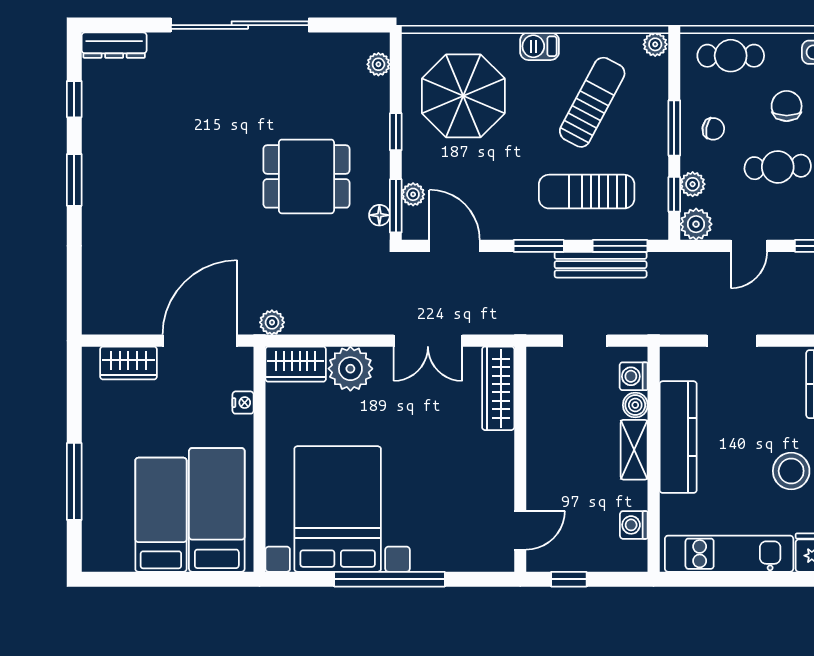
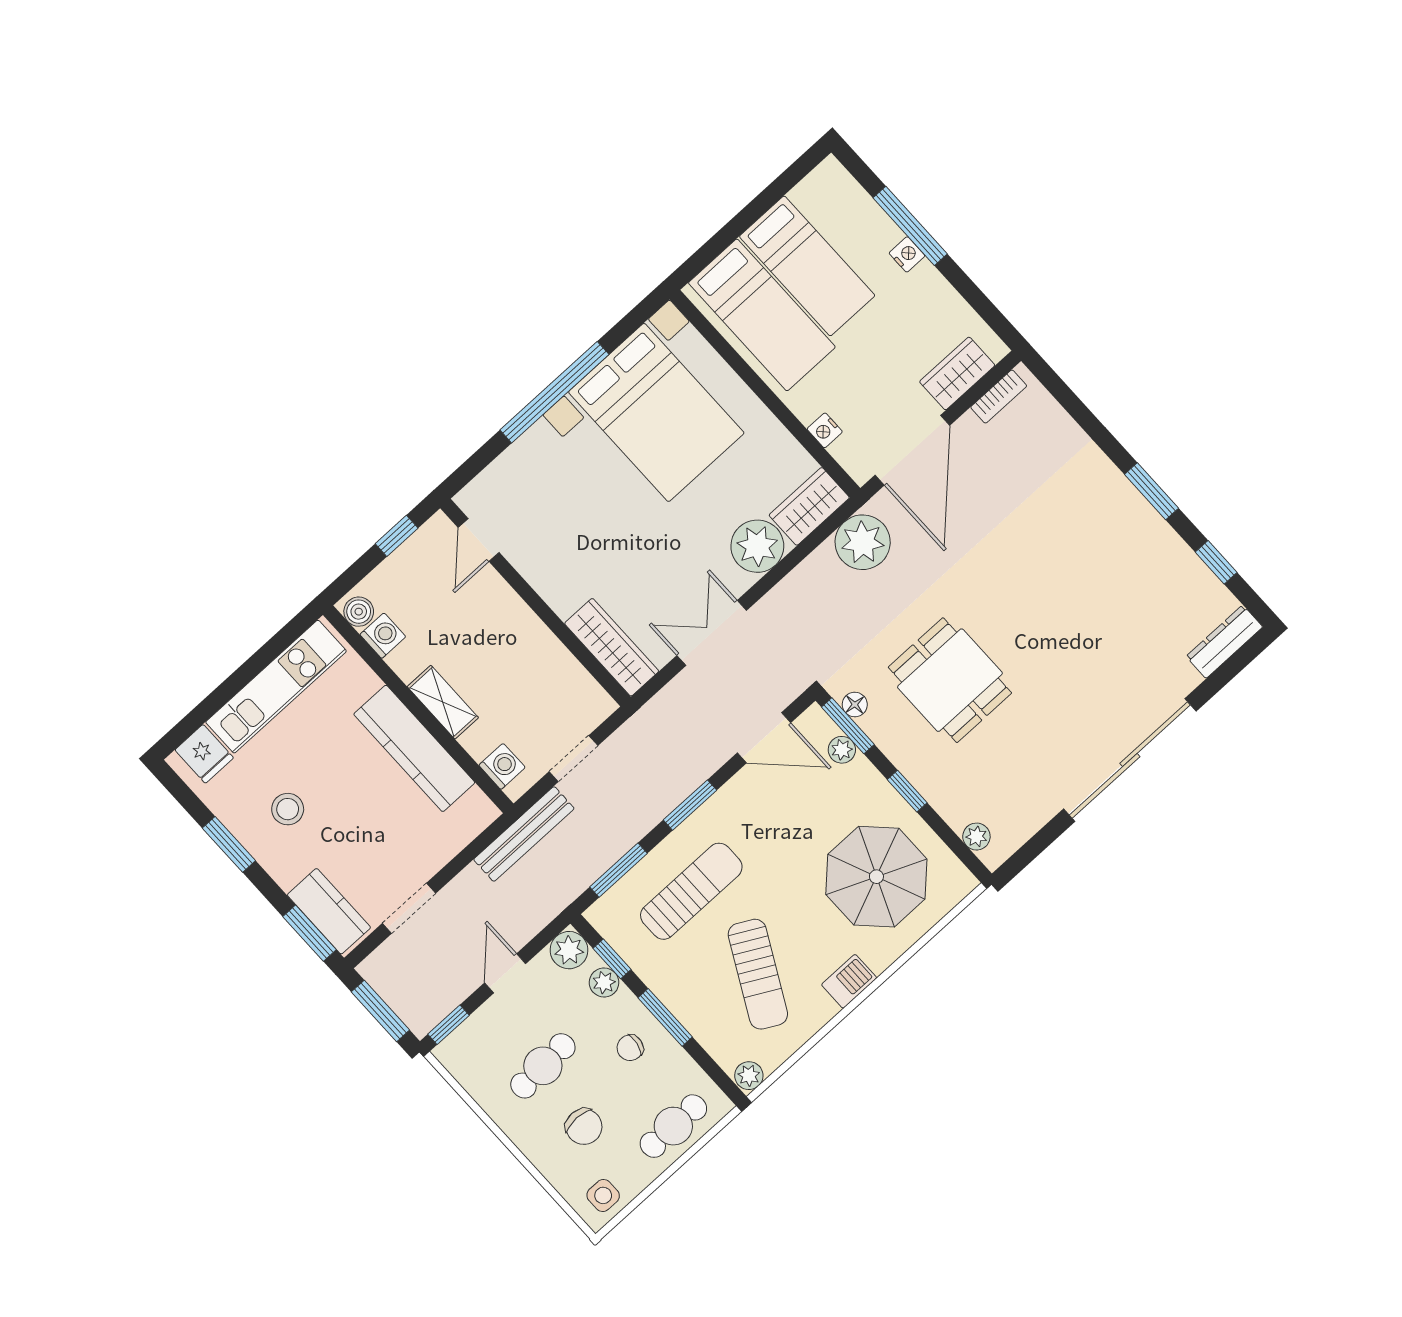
dining table: (306, 176) -> (950, 680), turned 90
bench: (601, 265) -> (524, 834), moved
plant: (272, 322) -> (863, 542), width x1.87, depth x1.87
bookcase: (116, 325) -> (999, 397), added
doorway: (732, 341) -> (409, 908), moved
boiler: (635, 405) -> (359, 612), moved
nightstand: (92, 465) -> (907, 254), added
stool: (791, 471) -> (288, 809), width x0.73, depth x0.73

